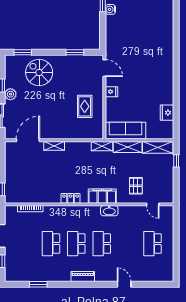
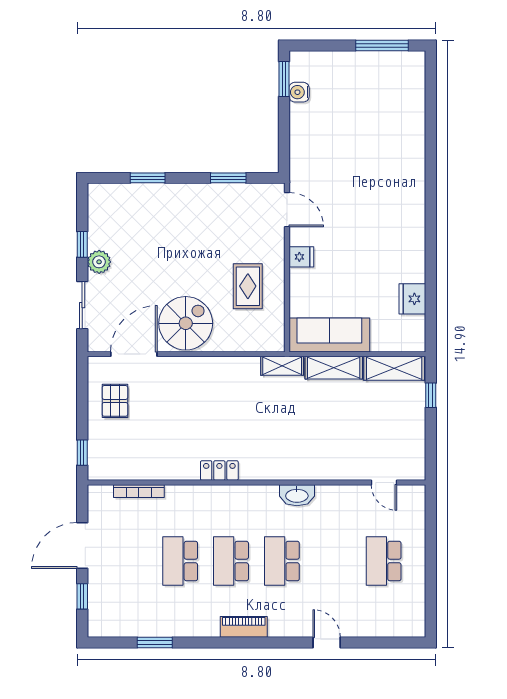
window: (23, 52) -> (148, 178), moved
spiral stairs: (39, 72) -> (186, 323), moved, turned 90
shelving: (54, 146) -> (186, 365), removed
pallet: (136, 186) -> (115, 401), moved
filing cabinet: (102, 196) -> (283, 466), removed

